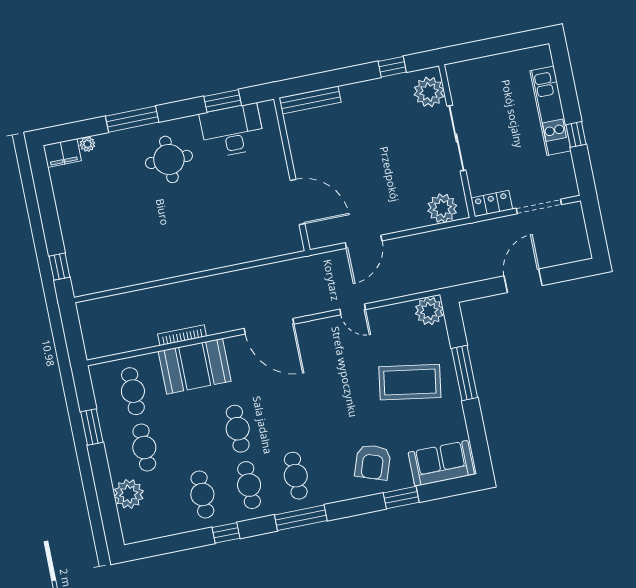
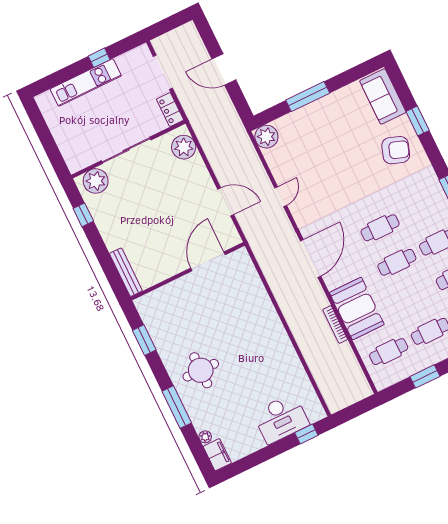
desk: (232, 131) -> (281, 418), moved, turned -90
coffee table: (410, 382) -> (326, 137), removed
cafe table: (296, 476) -> (380, 228), moved

